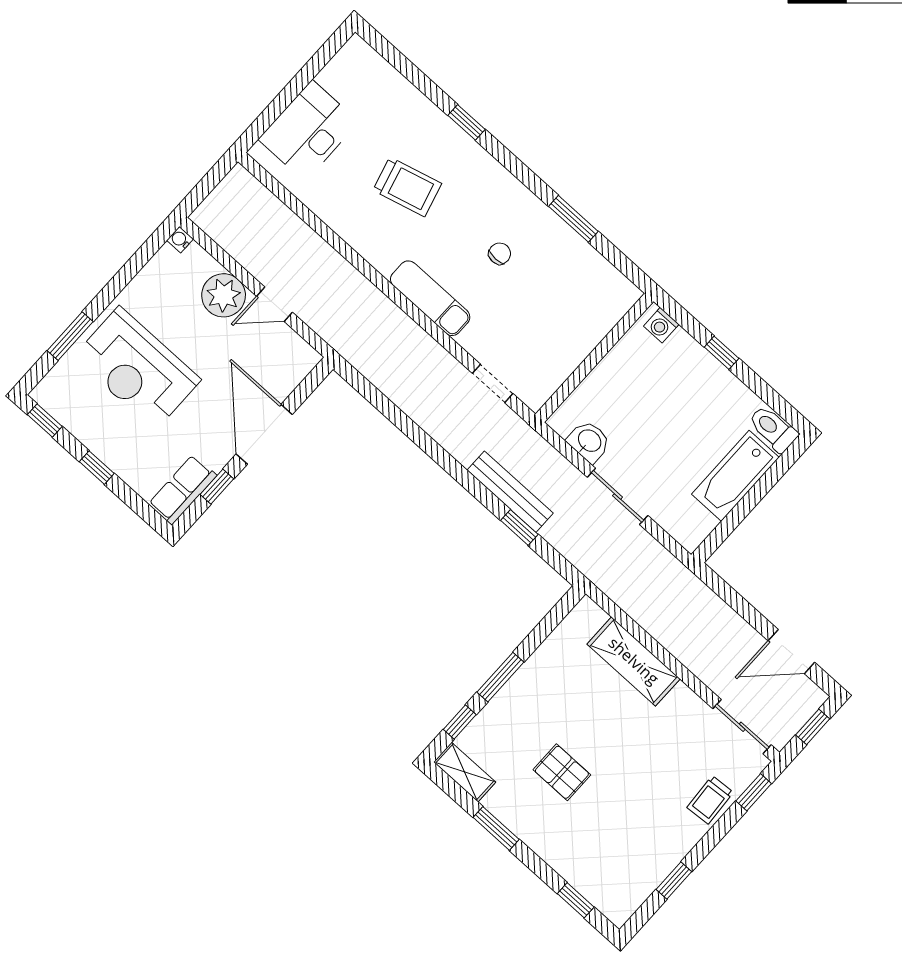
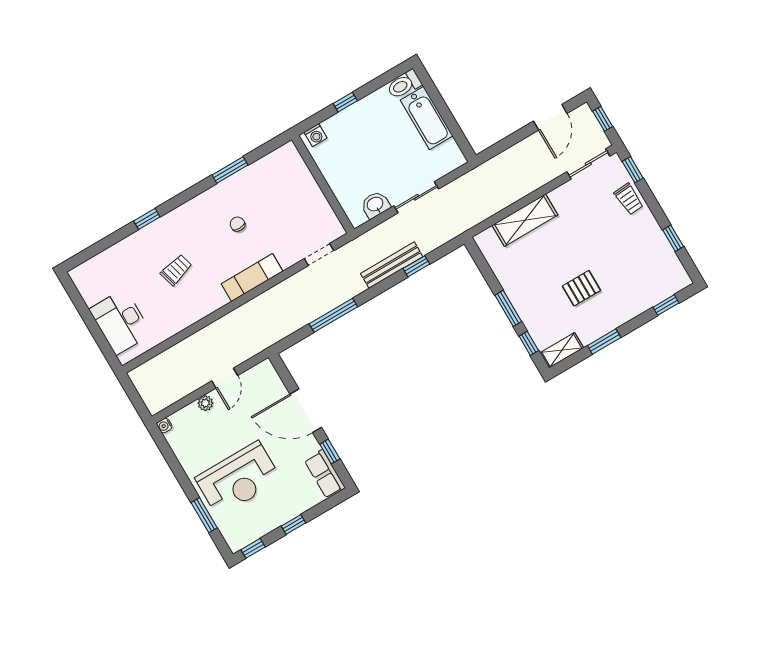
trolley: (407, 187) -> (176, 270), width x0.73, depth x0.72
plant: (224, 295) -> (205, 403), width x0.53, depth x0.53
window: (413, 431) -> (333, 315), added

